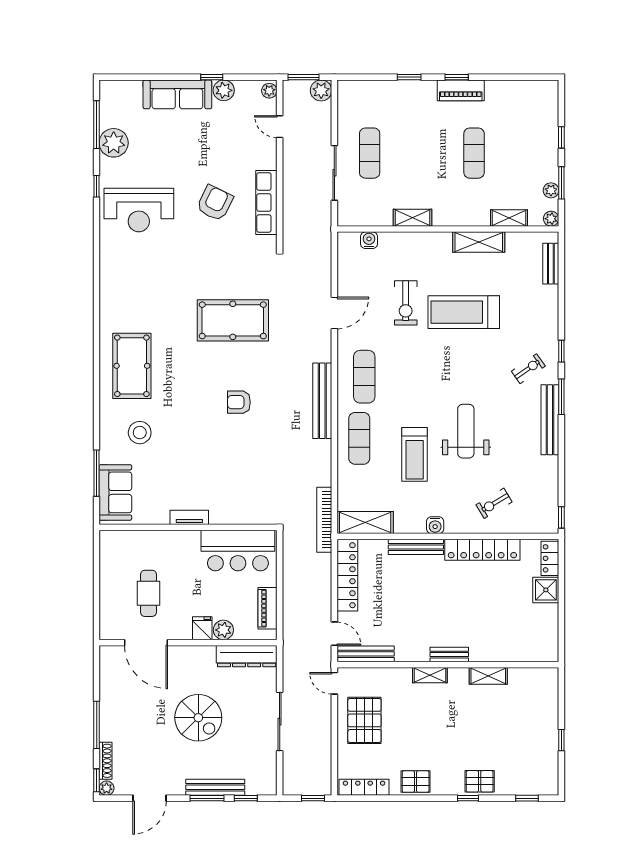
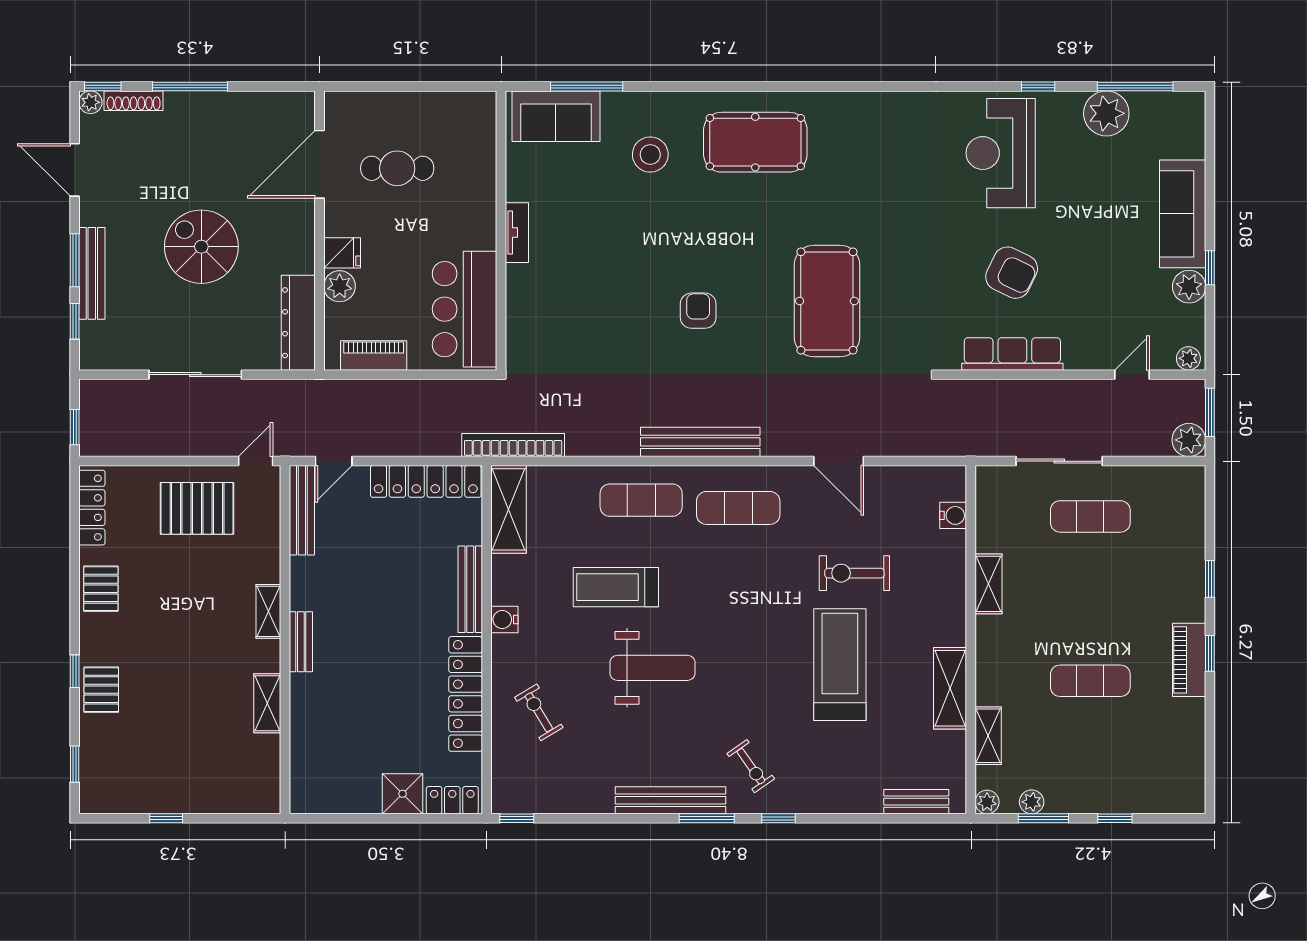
spiral stairs: (198, 718) -> (201, 247), turned 90

